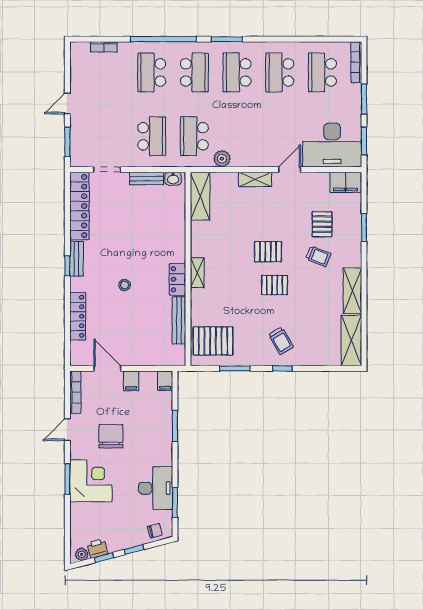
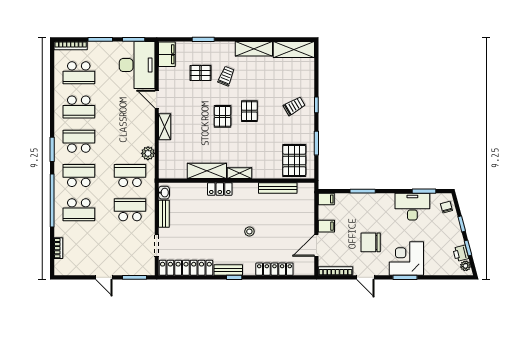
school desk: (237, 72) -> (79, 141), turned 180
school desk: (194, 136) -> (130, 175), turned 180
shelving: (200, 196) -> (207, 171), moved
locker: (178, 279) -> (220, 189), moved

